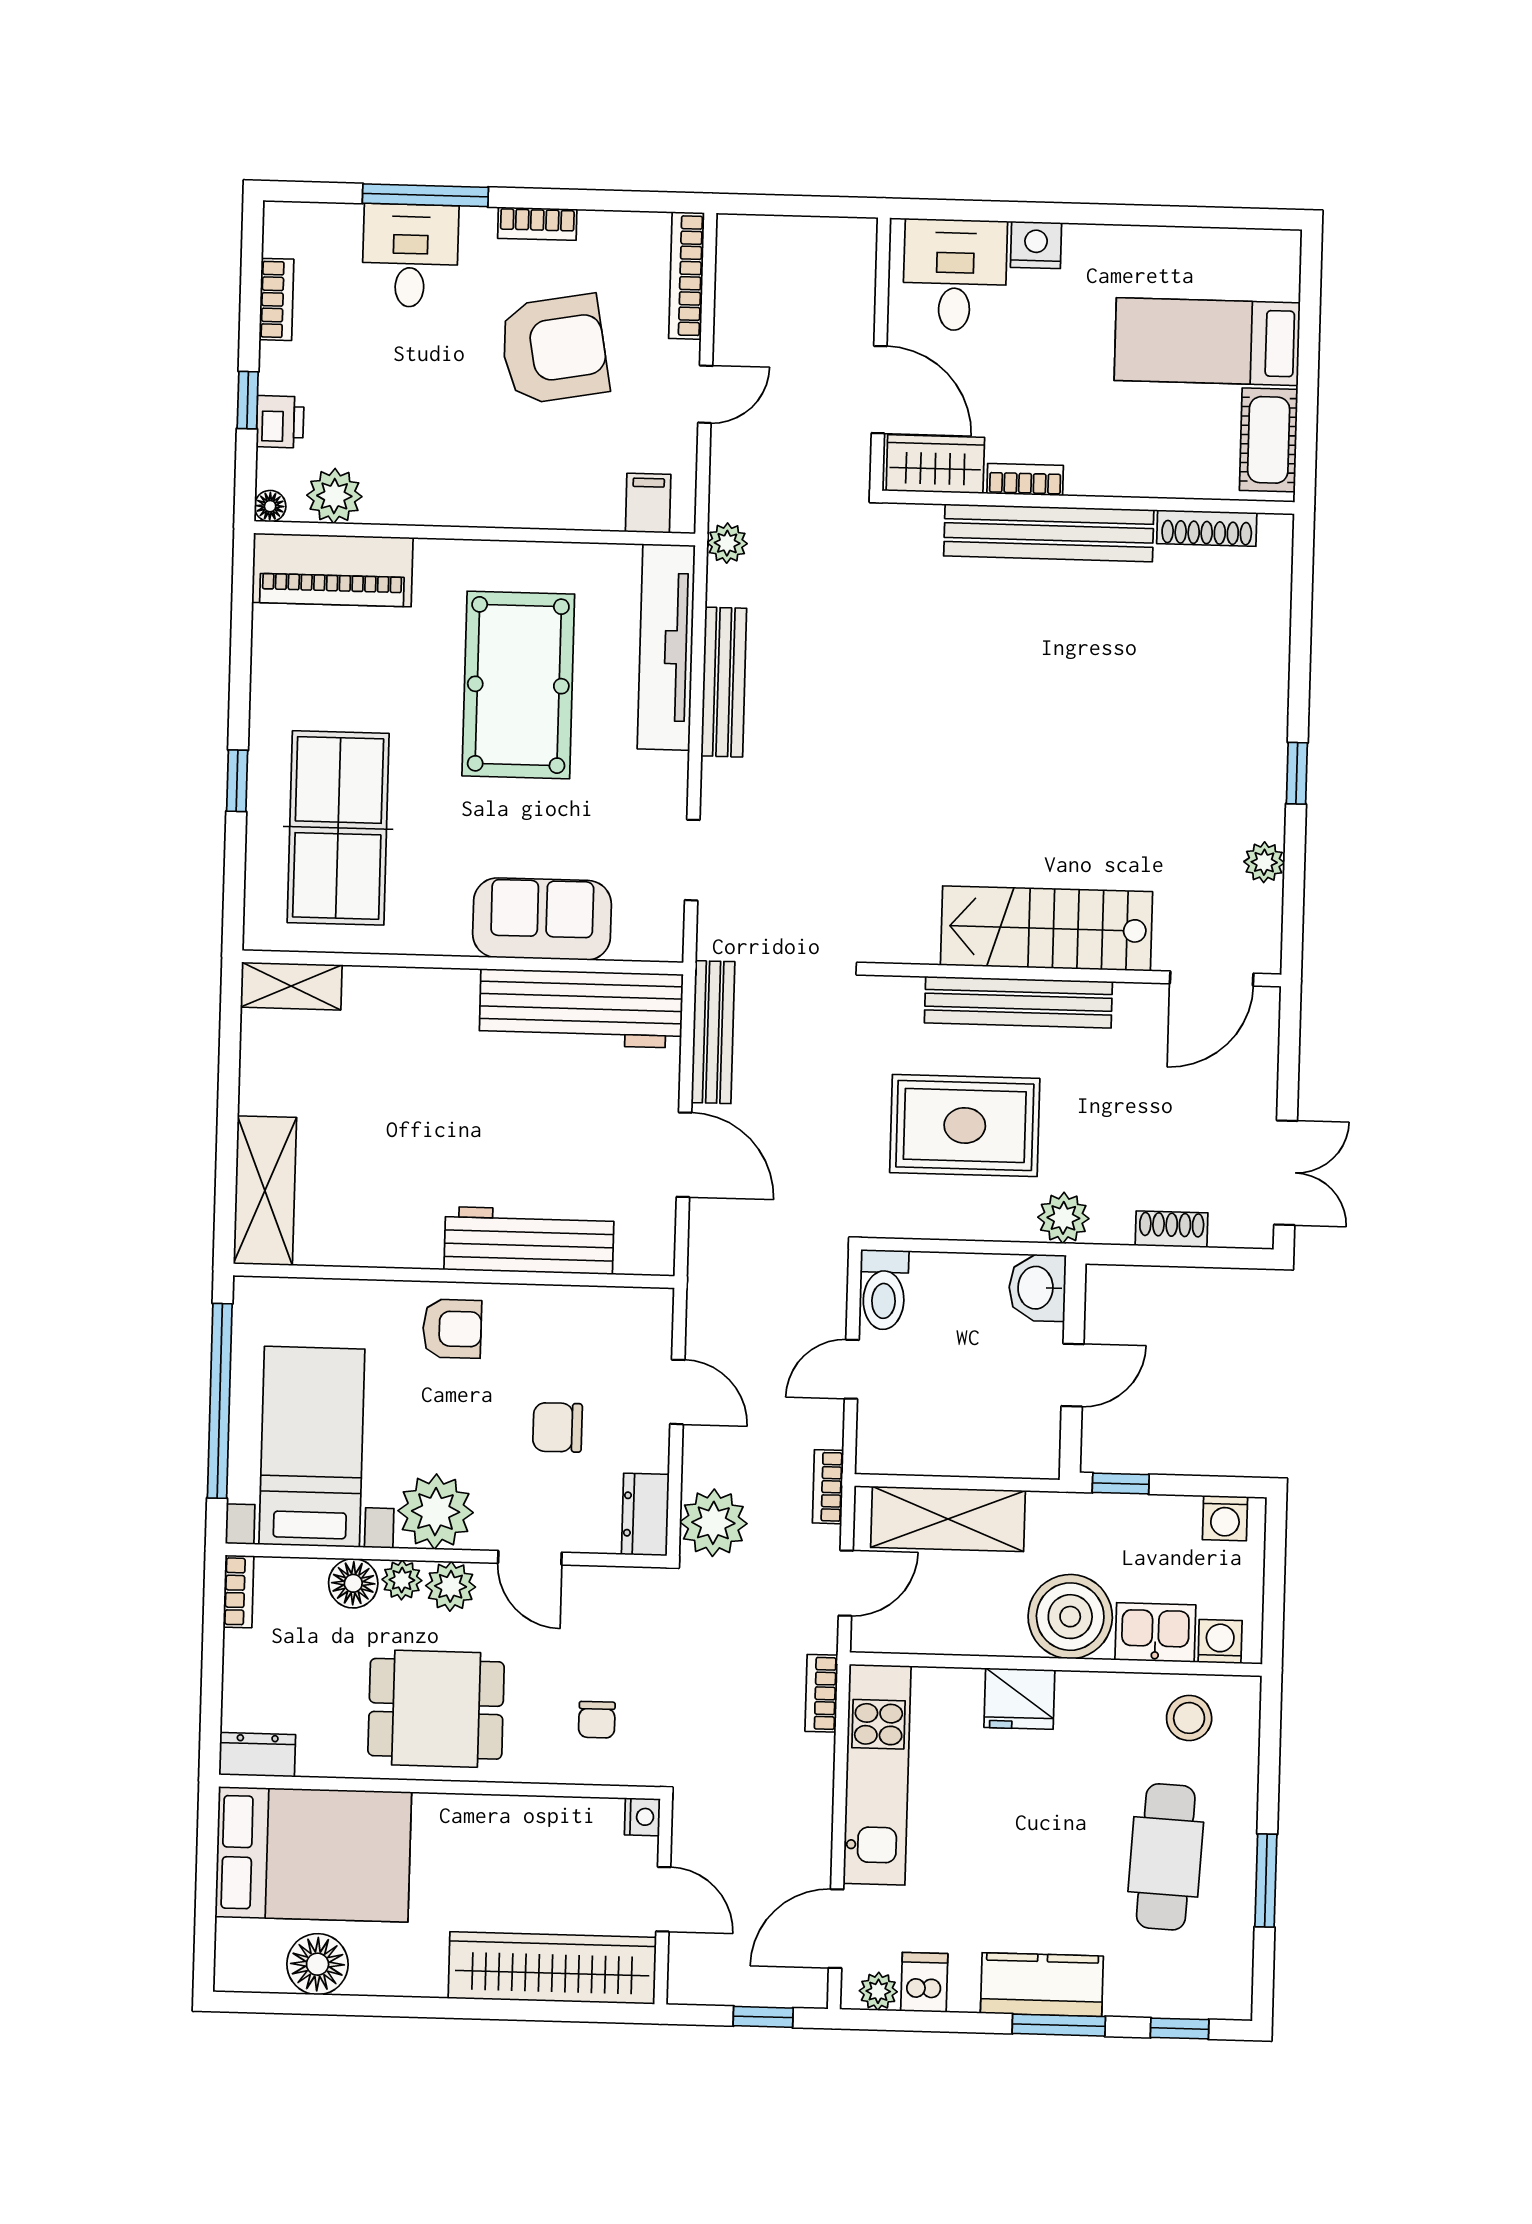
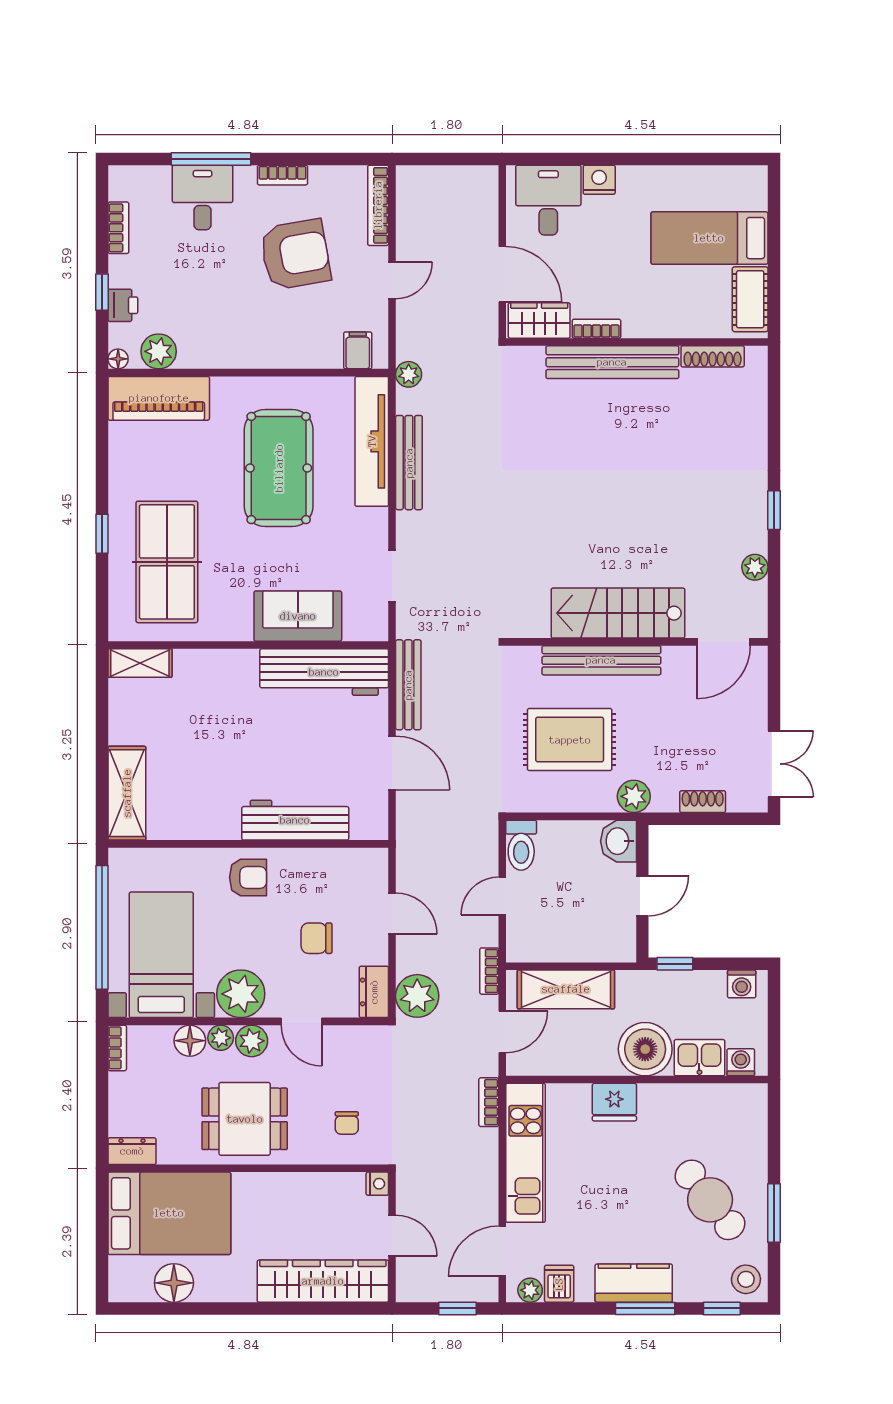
stool: (1189, 1718) -> (746, 1279), moved
cafe table: (1166, 1857) -> (710, 1200), turned -41

